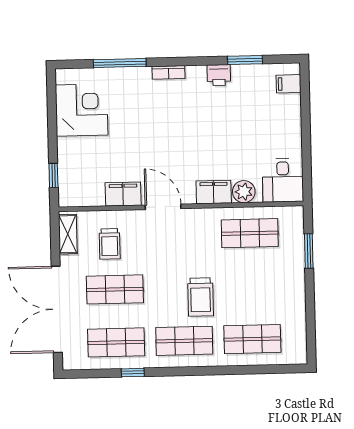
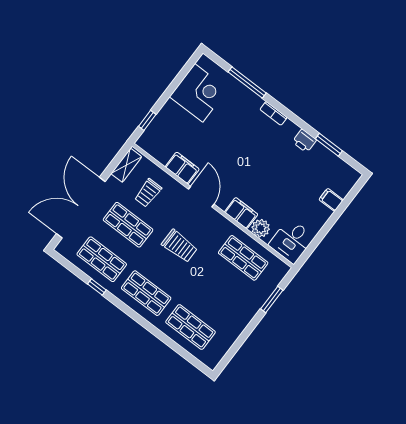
filing cabinet: (289, 84) -> (331, 200), moved
trolley: (201, 297) -> (179, 246), moved, turned -90

